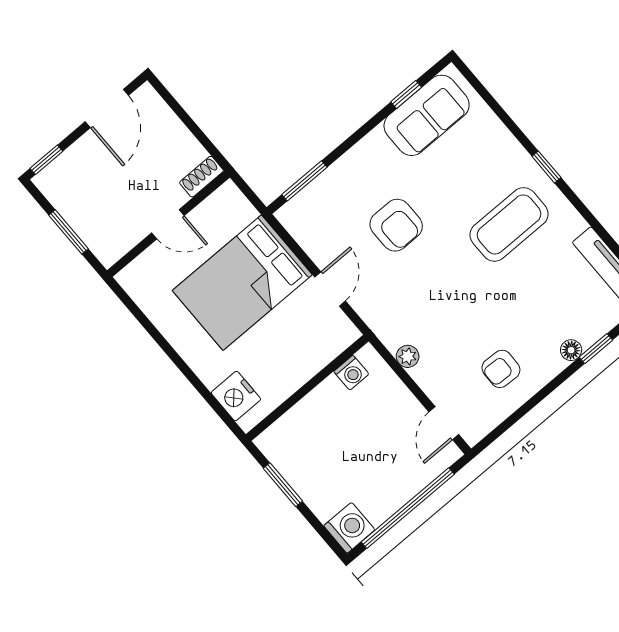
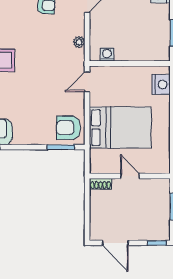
door: (107, 109) -> (115, 243), swing flipped
armchair: (396, 225) -> (68, 128), moved, turned -90
door: (330, 289) -> (87, 82), moved

